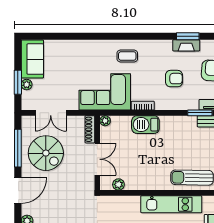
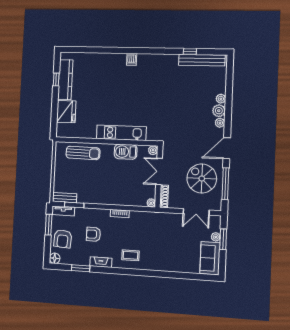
fireplace: (186, 45) -> (101, 262), moved
corner sofa: (105, 92) -> (150, 227), removed
double door: (51, 113) -> (196, 212), swing flipped
barbecue: (145, 125) -> (126, 152), moved, turned 180
plant: (118, 184) -> (153, 150), moved
kitchen unit: (171, 204) -> (121, 133), moved

